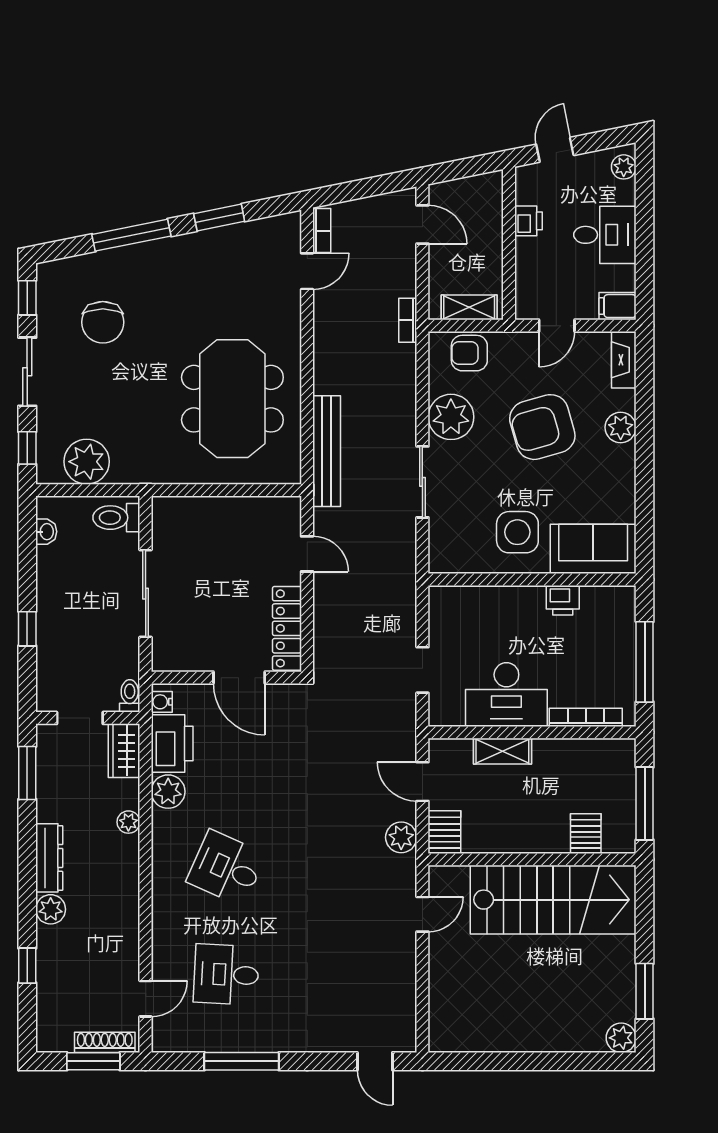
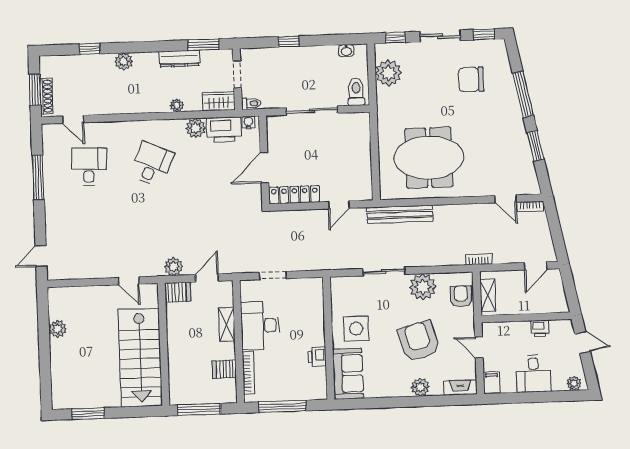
server rack: (586, 834) -> (224, 369), moved, turned 180
dresser: (49, 858) -> (179, 59), moved
plant: (621, 1038) -> (58, 329), moved

